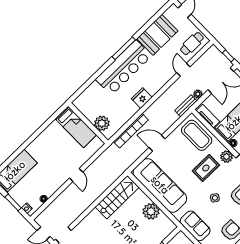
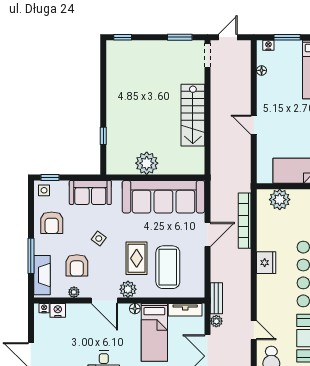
coffee table: (197, 135) -> (168, 267), moved, turned 90
stairs: (117, 197) -> (193, 115), moved

